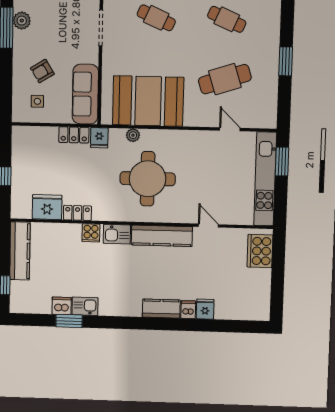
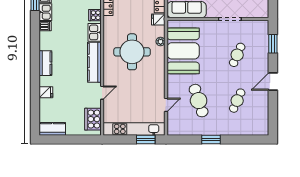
cooker: (260, 251) -> (93, 119), moved, turned -90
kitchen counter: (261, 301) -> (52, 129), added
dishwasher: (188, 310) -> (45, 26), moved

